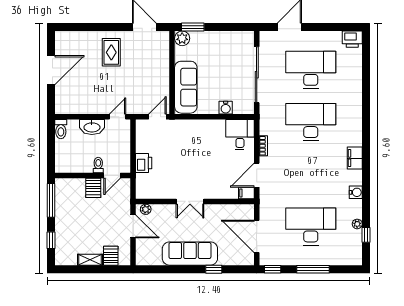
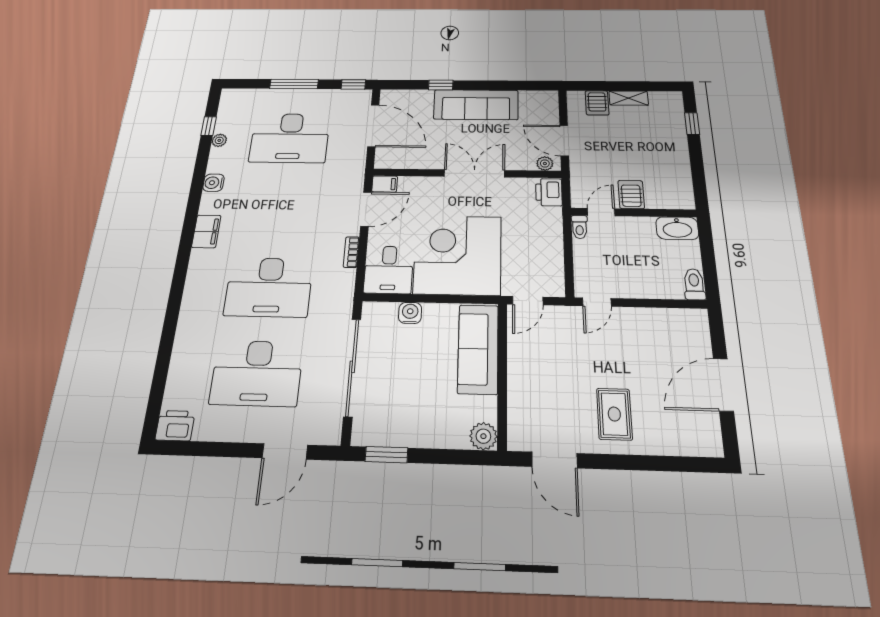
window: (193, 27) -> (386, 455), moved
washbasin: (92, 127) -> (677, 228), moved, turned 180
corner desk: (199, 145) -> (458, 255), added
printer: (144, 163) -> (549, 192), moved
toilet: (98, 165) -> (580, 227), moved
window: (51, 200) -> (699, 178), removed
double door: (190, 201) -> (474, 173), width x1.37

